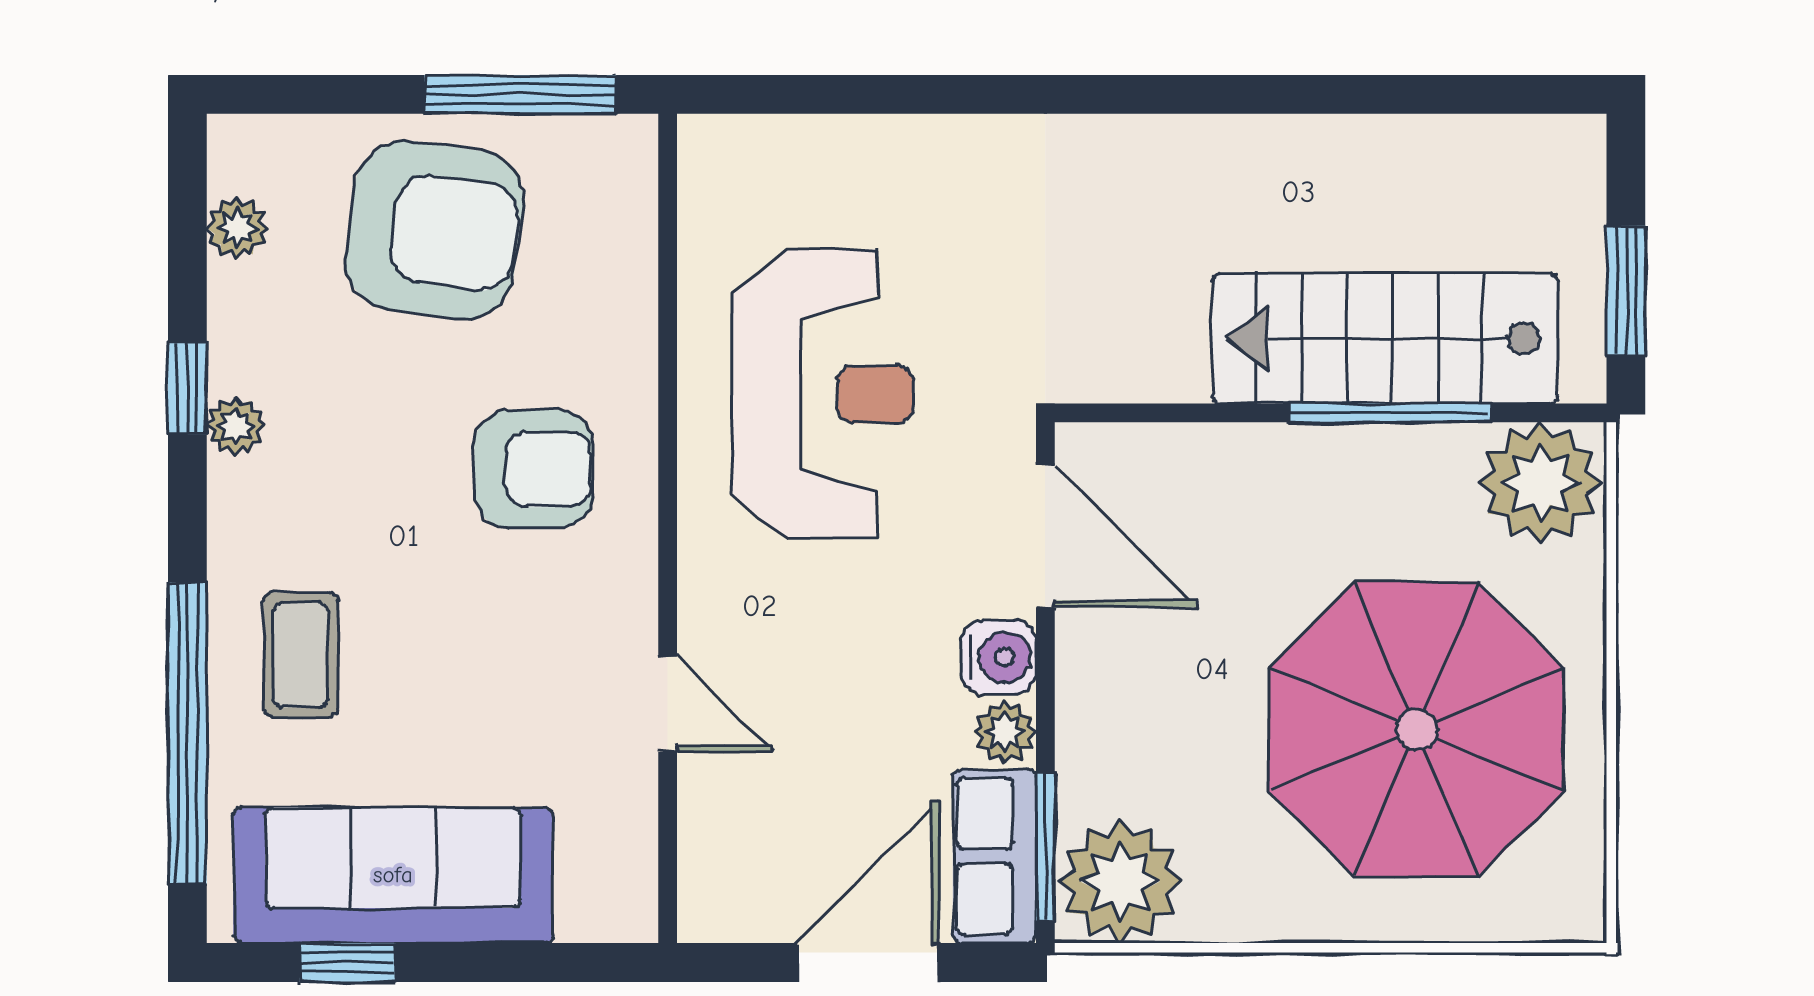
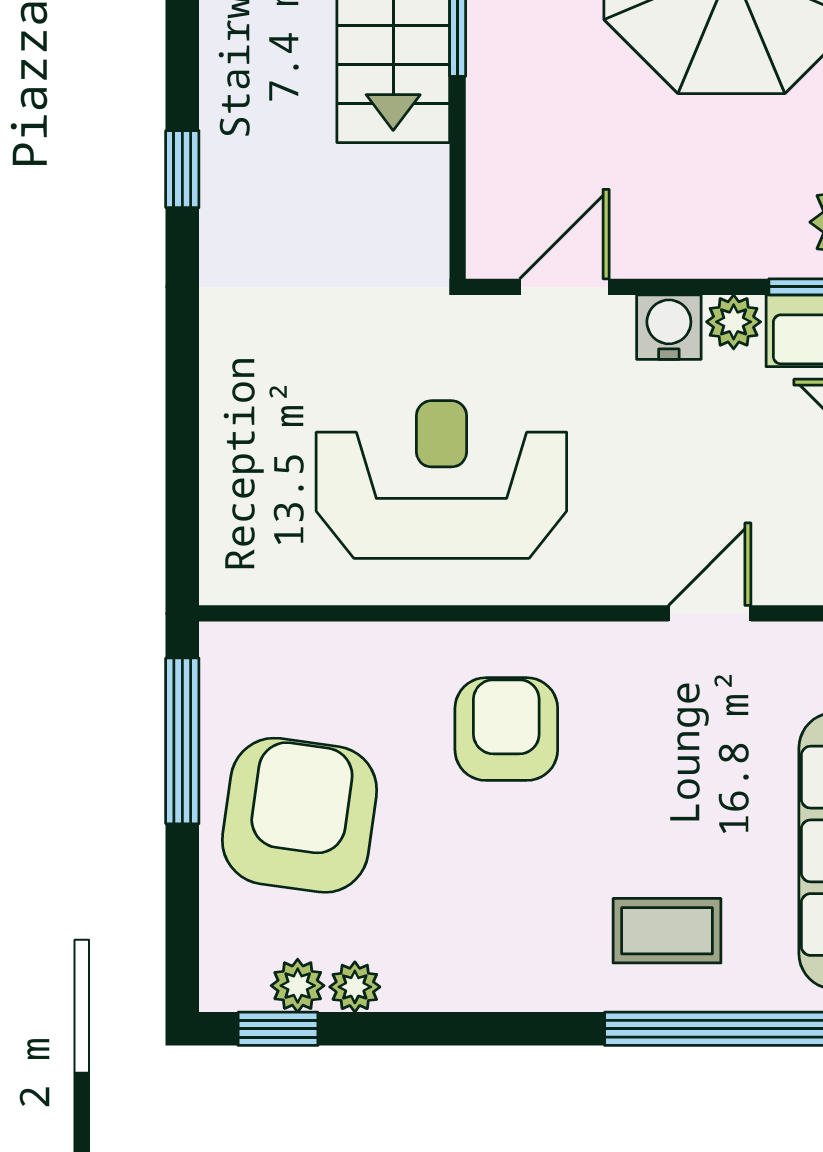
window: (1181, 94) -> (182, 169), added
window: (187, 388) -> (278, 1029), moved
plant: (236, 426) -> (355, 987), moved
door: (1045, 536) -> (564, 287), width x0.73

